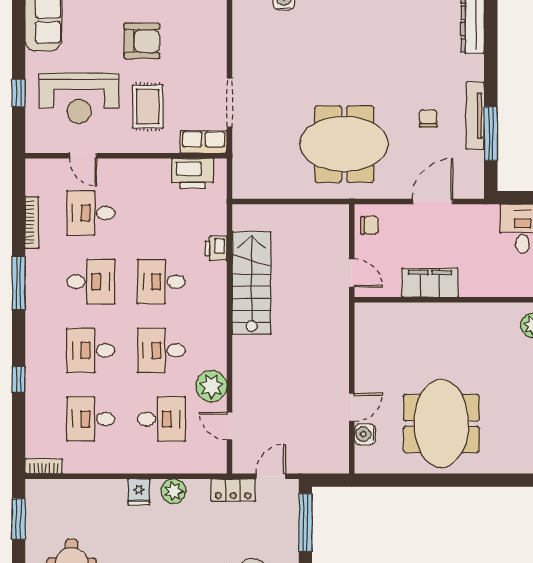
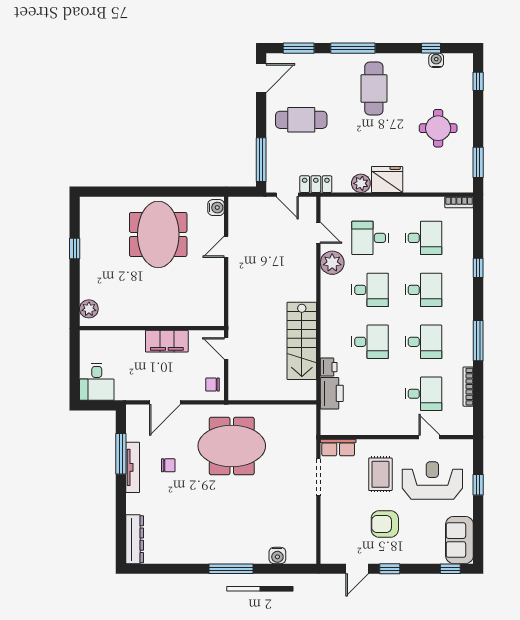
chair: (428, 118) -> (168, 465), turned -90
printer: (193, 173) -> (332, 393), moved, turned 90
desk: (91, 282) -> (424, 342), turned 180
water cooler: (365, 434) -> (216, 208), moved
door: (271, 476) -> (287, 195), hinge flipped
fridge: (139, 492) -> (387, 179), width x1.88, depth x1.34

